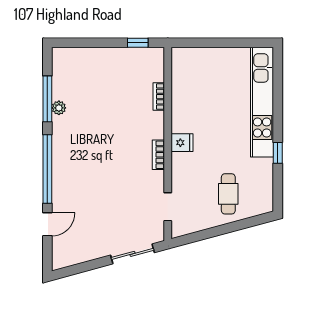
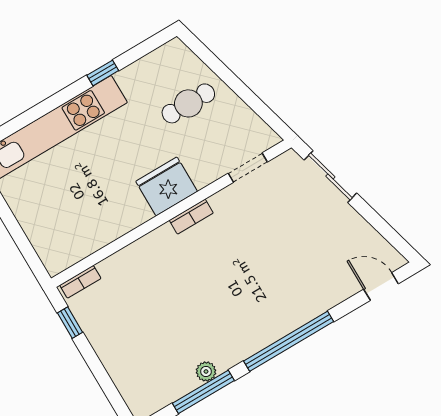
bookcase: (159, 97) -> (80, 282), moved
fridge: (182, 143) -> (167, 186), width x1.88, depth x1.34
door: (47, 224) -> (381, 286), moved

